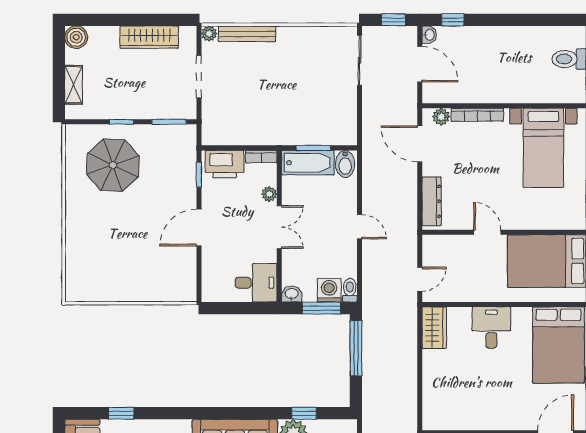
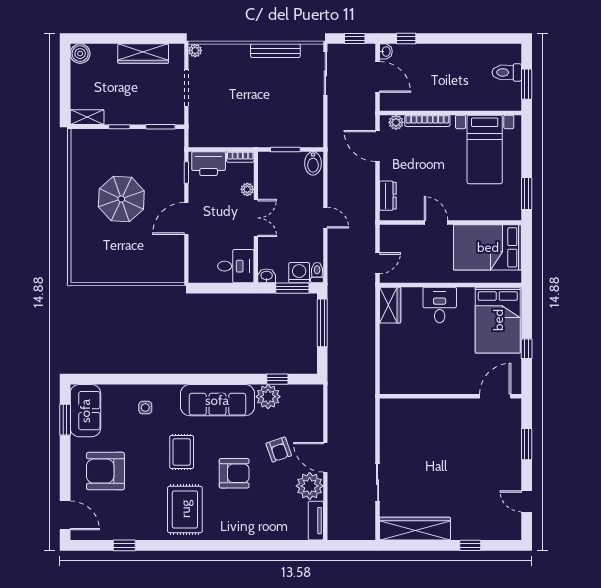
bench: (247, 34) -> (275, 51), moved
shelving: (74, 85) -> (87, 117), moved, turned 90
bathtub: (308, 163) -> (281, 162), removed
parasol: (113, 165) -> (121, 199), moved
dresser: (432, 201) -> (388, 196), width x0.70
window: (121, 413) -> (119, 379), removed

